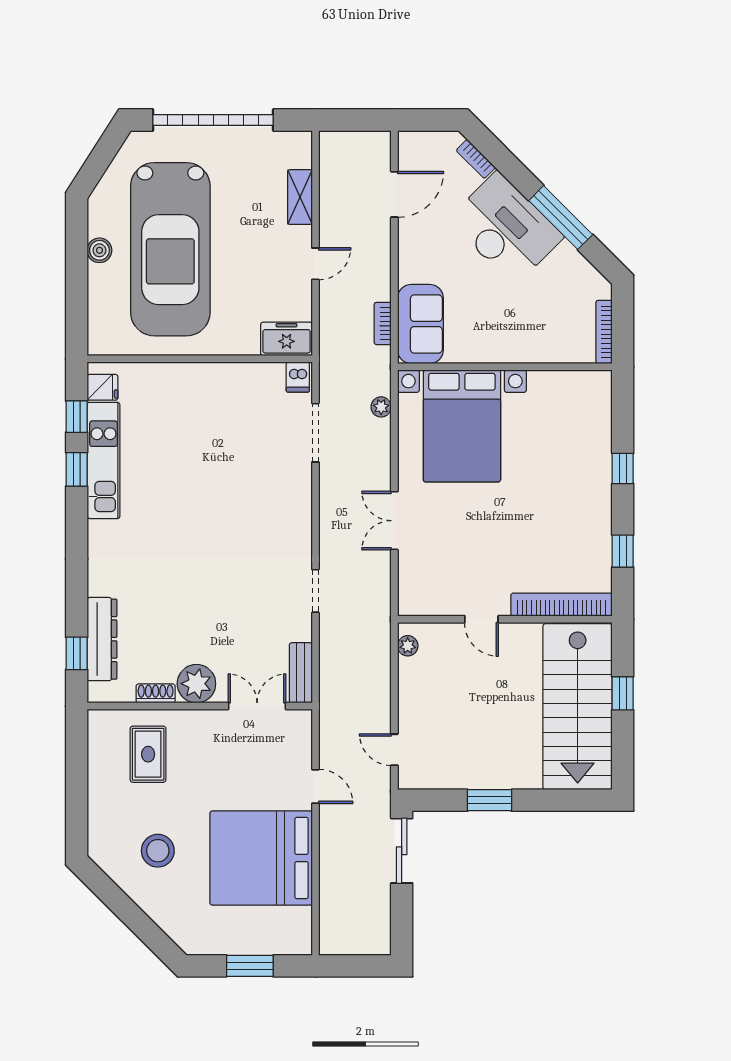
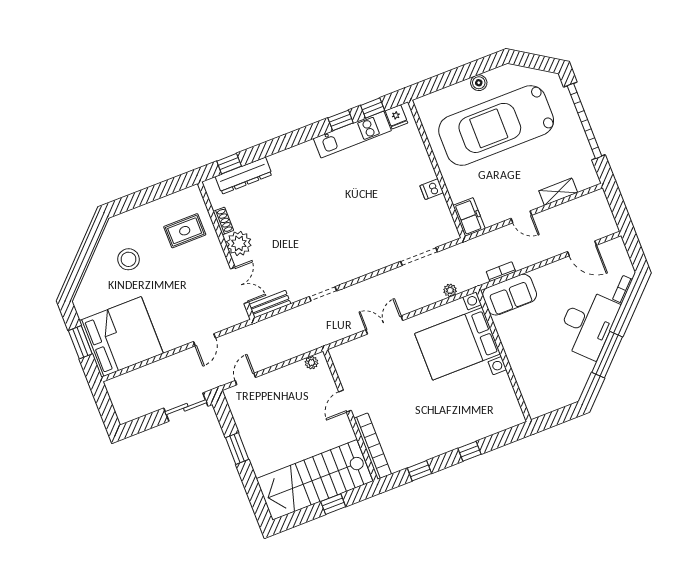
bookcase: (604, 332) -> (548, 408), removed
dishwasher: (298, 377) -> (432, 189), moved
bed: (261, 858) -> (121, 337), moved, turned 90

